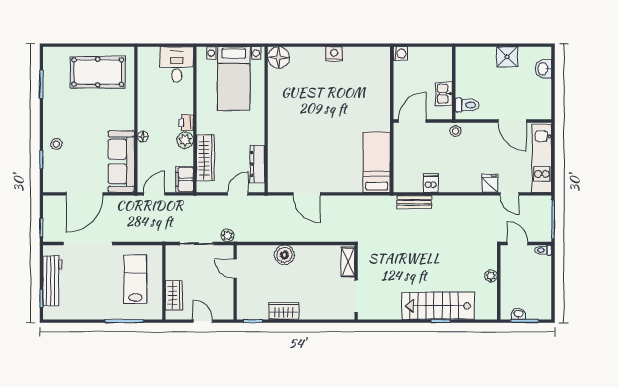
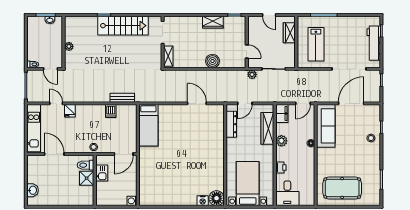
nightstand: (334, 54) -> (203, 201), moved
shower: (507, 57) -> (87, 178), moved
printer: (186, 123) -> (281, 168), moved
stairs: (438, 306) -> (123, 26), moved

